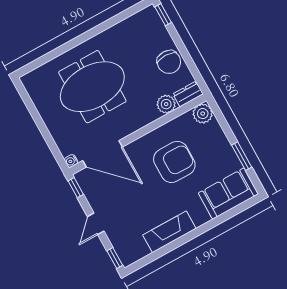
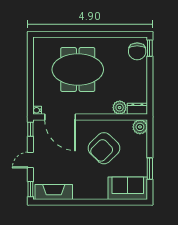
chair: (169, 62) -> (137, 51), moved
armchair: (174, 162) -> (104, 148), turned 135
fireplace: (169, 232) -> (54, 192), moved

